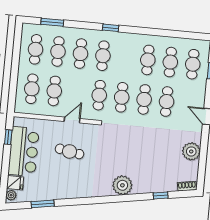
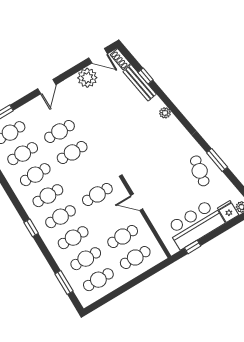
cafe table: (122, 97) -> (48, 196), moved
cafe table: (70, 151) -> (200, 171), moved
door: (202, 171) -> (98, 56), added
plant: (122, 185) -> (165, 113), width x0.53, depth x0.53
bench: (159, 188) -> (140, 83), added
window: (43, 204) -> (217, 160), moved

